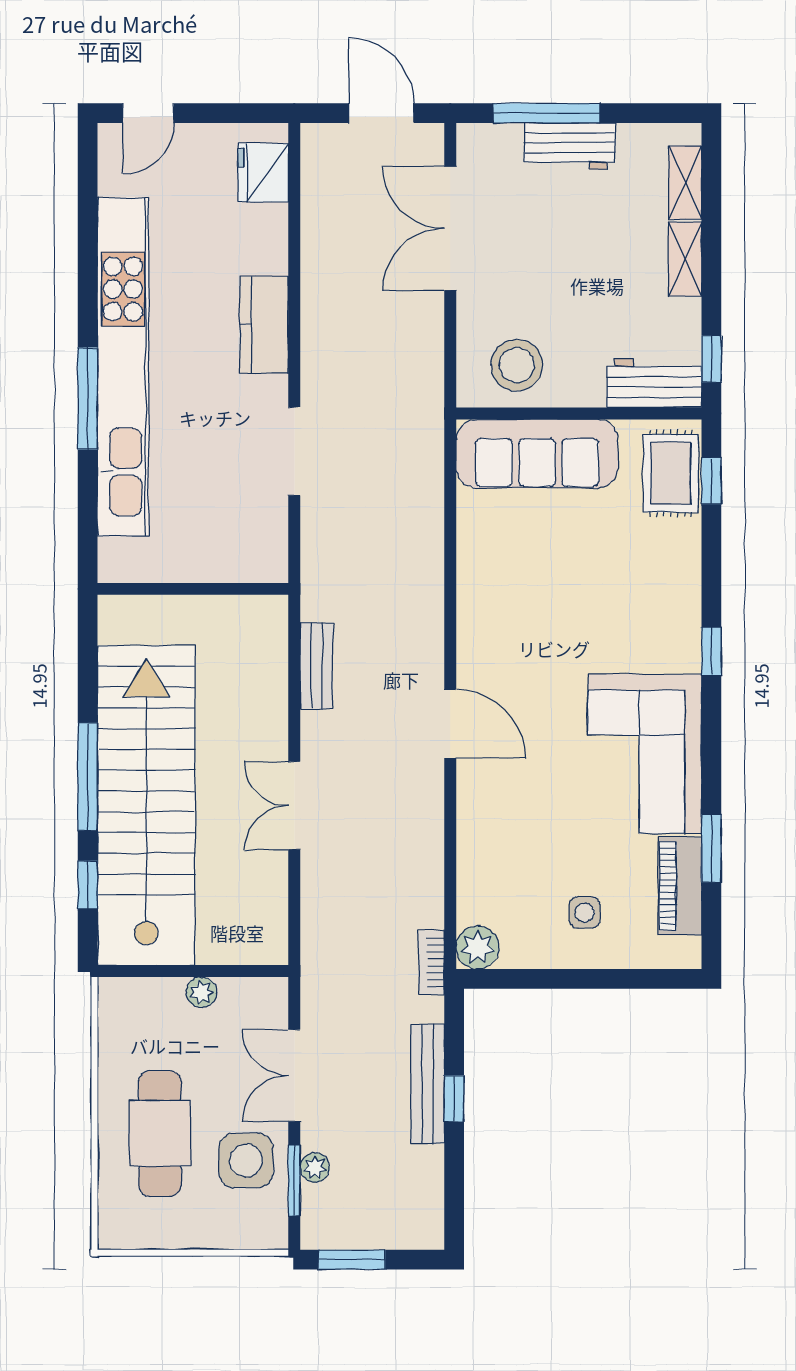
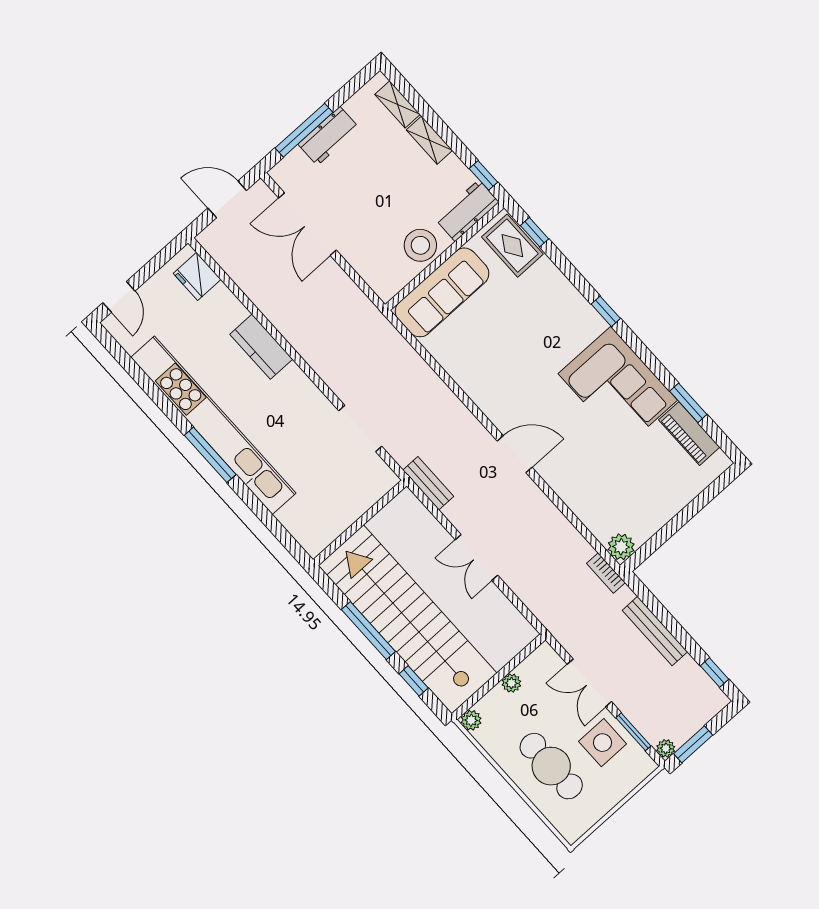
stool: (517, 365) -> (420, 245), moved
doorway: (294, 451) -> (360, 428), moved
wall: (193, 589) -> (360, 523), moved
side table: (585, 913) -> (656, 486), removed
plant: (114, 993) -> (471, 720), added
window: (454, 1099) -> (714, 672), moved
plant: (315, 1168) -> (666, 748), moved

